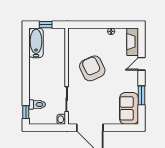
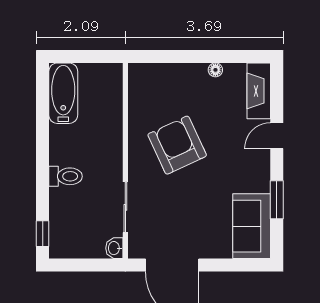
window: (46, 25) -> (83, 56), removed
toilet: (37, 105) -> (66, 176), moved

